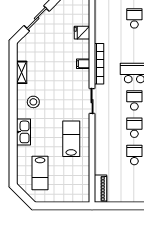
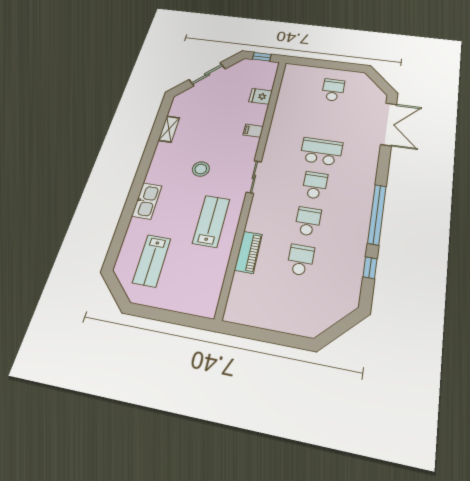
bookcase: (99, 64) -> (274, 134), removed
stool: (33, 102) -> (201, 169), moved
piano: (100, 189) -> (248, 252), moved

